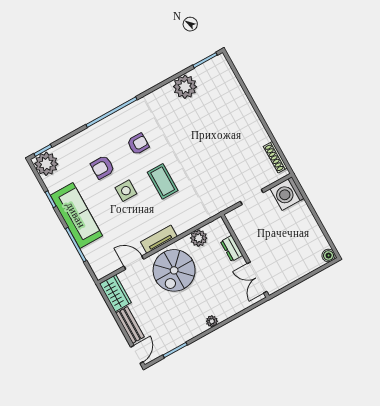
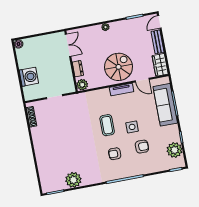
plant: (46, 164) -> (175, 150), moved
washing machine: (287, 194) -> (29, 77), moved
sofa: (76, 215) -> (165, 105), moved
plant: (199, 238) -> (82, 85), moved

